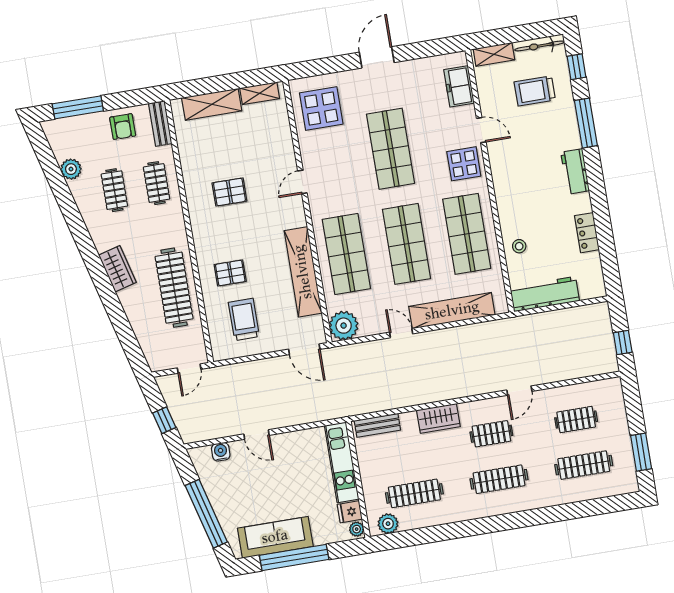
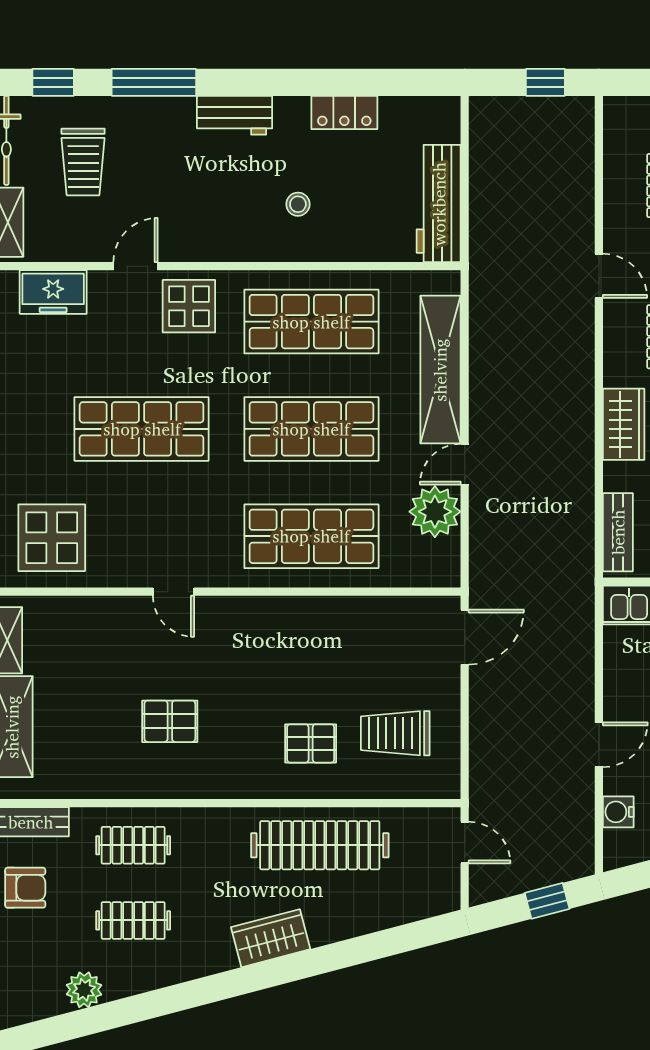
pallet: (229, 192) -> (170, 721), turned 90
stool: (519, 246) -> (298, 204), moved
shelving: (303, 272) -> (330, 617), removed
pallet: (230, 273) -> (311, 743), turned 90
plant: (344, 326) -> (435, 512), moved

